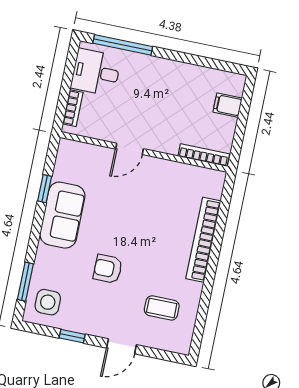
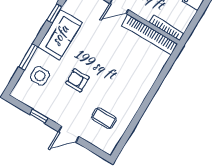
bookcase: (203, 240) -> (150, 35), moved, turned -90
window: (25, 282) -> (28, 57), moved
side table: (48, 302) -> (40, 76), moved

